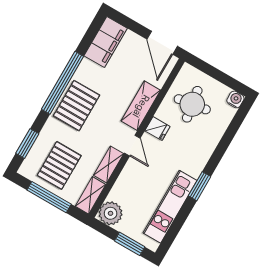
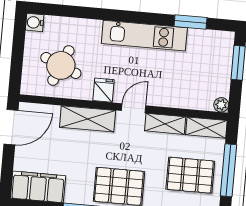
round table: (192, 104) -> (61, 65), turned 32
window: (199, 186) -> (191, 22), moved
kitchen unit: (170, 207) -> (144, 36), moved
plant: (111, 213) -> (221, 105), width x0.53, depth x0.53

